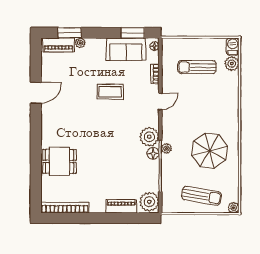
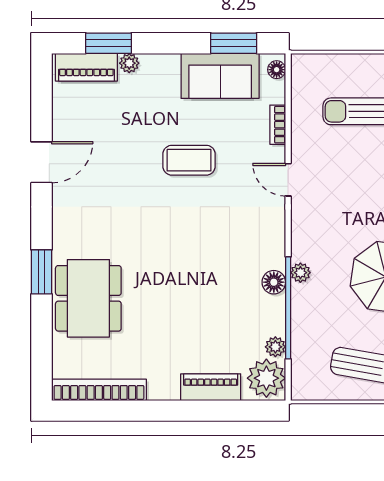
door: (160, 102) -> (288, 180), swing flipped
plant: (149, 137) -> (275, 347), moved, width x0.53, depth x0.53
window: (36, 148) -> (41, 272), added
dining table: (59, 161) -> (88, 298), width x1.37

